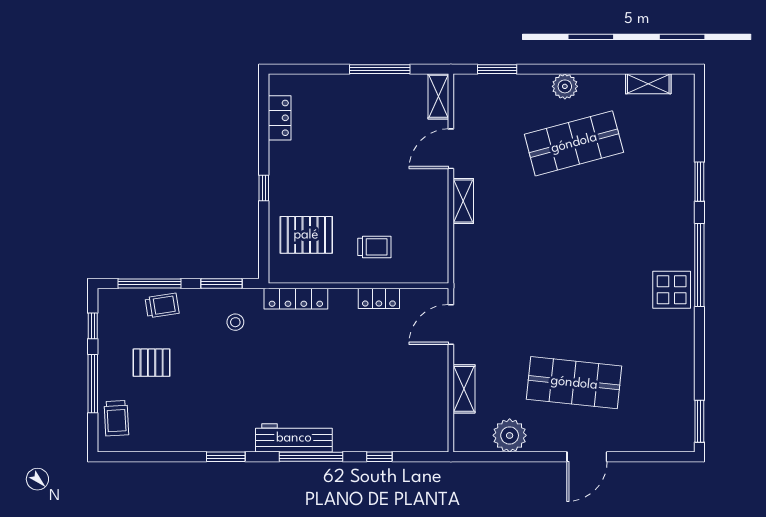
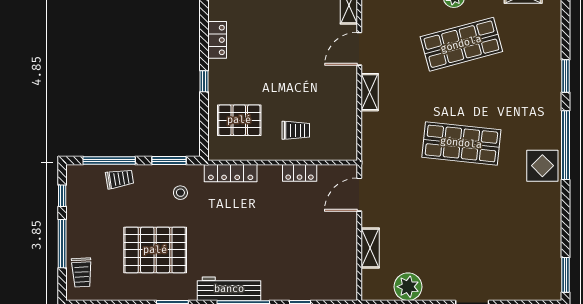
locker: (280, 118) -> (217, 40), moved
pallet: (152, 363) -> (155, 250), moved, width x2.05, depth x2.00
shop shelf: (574, 383) -> (461, 143), moved

